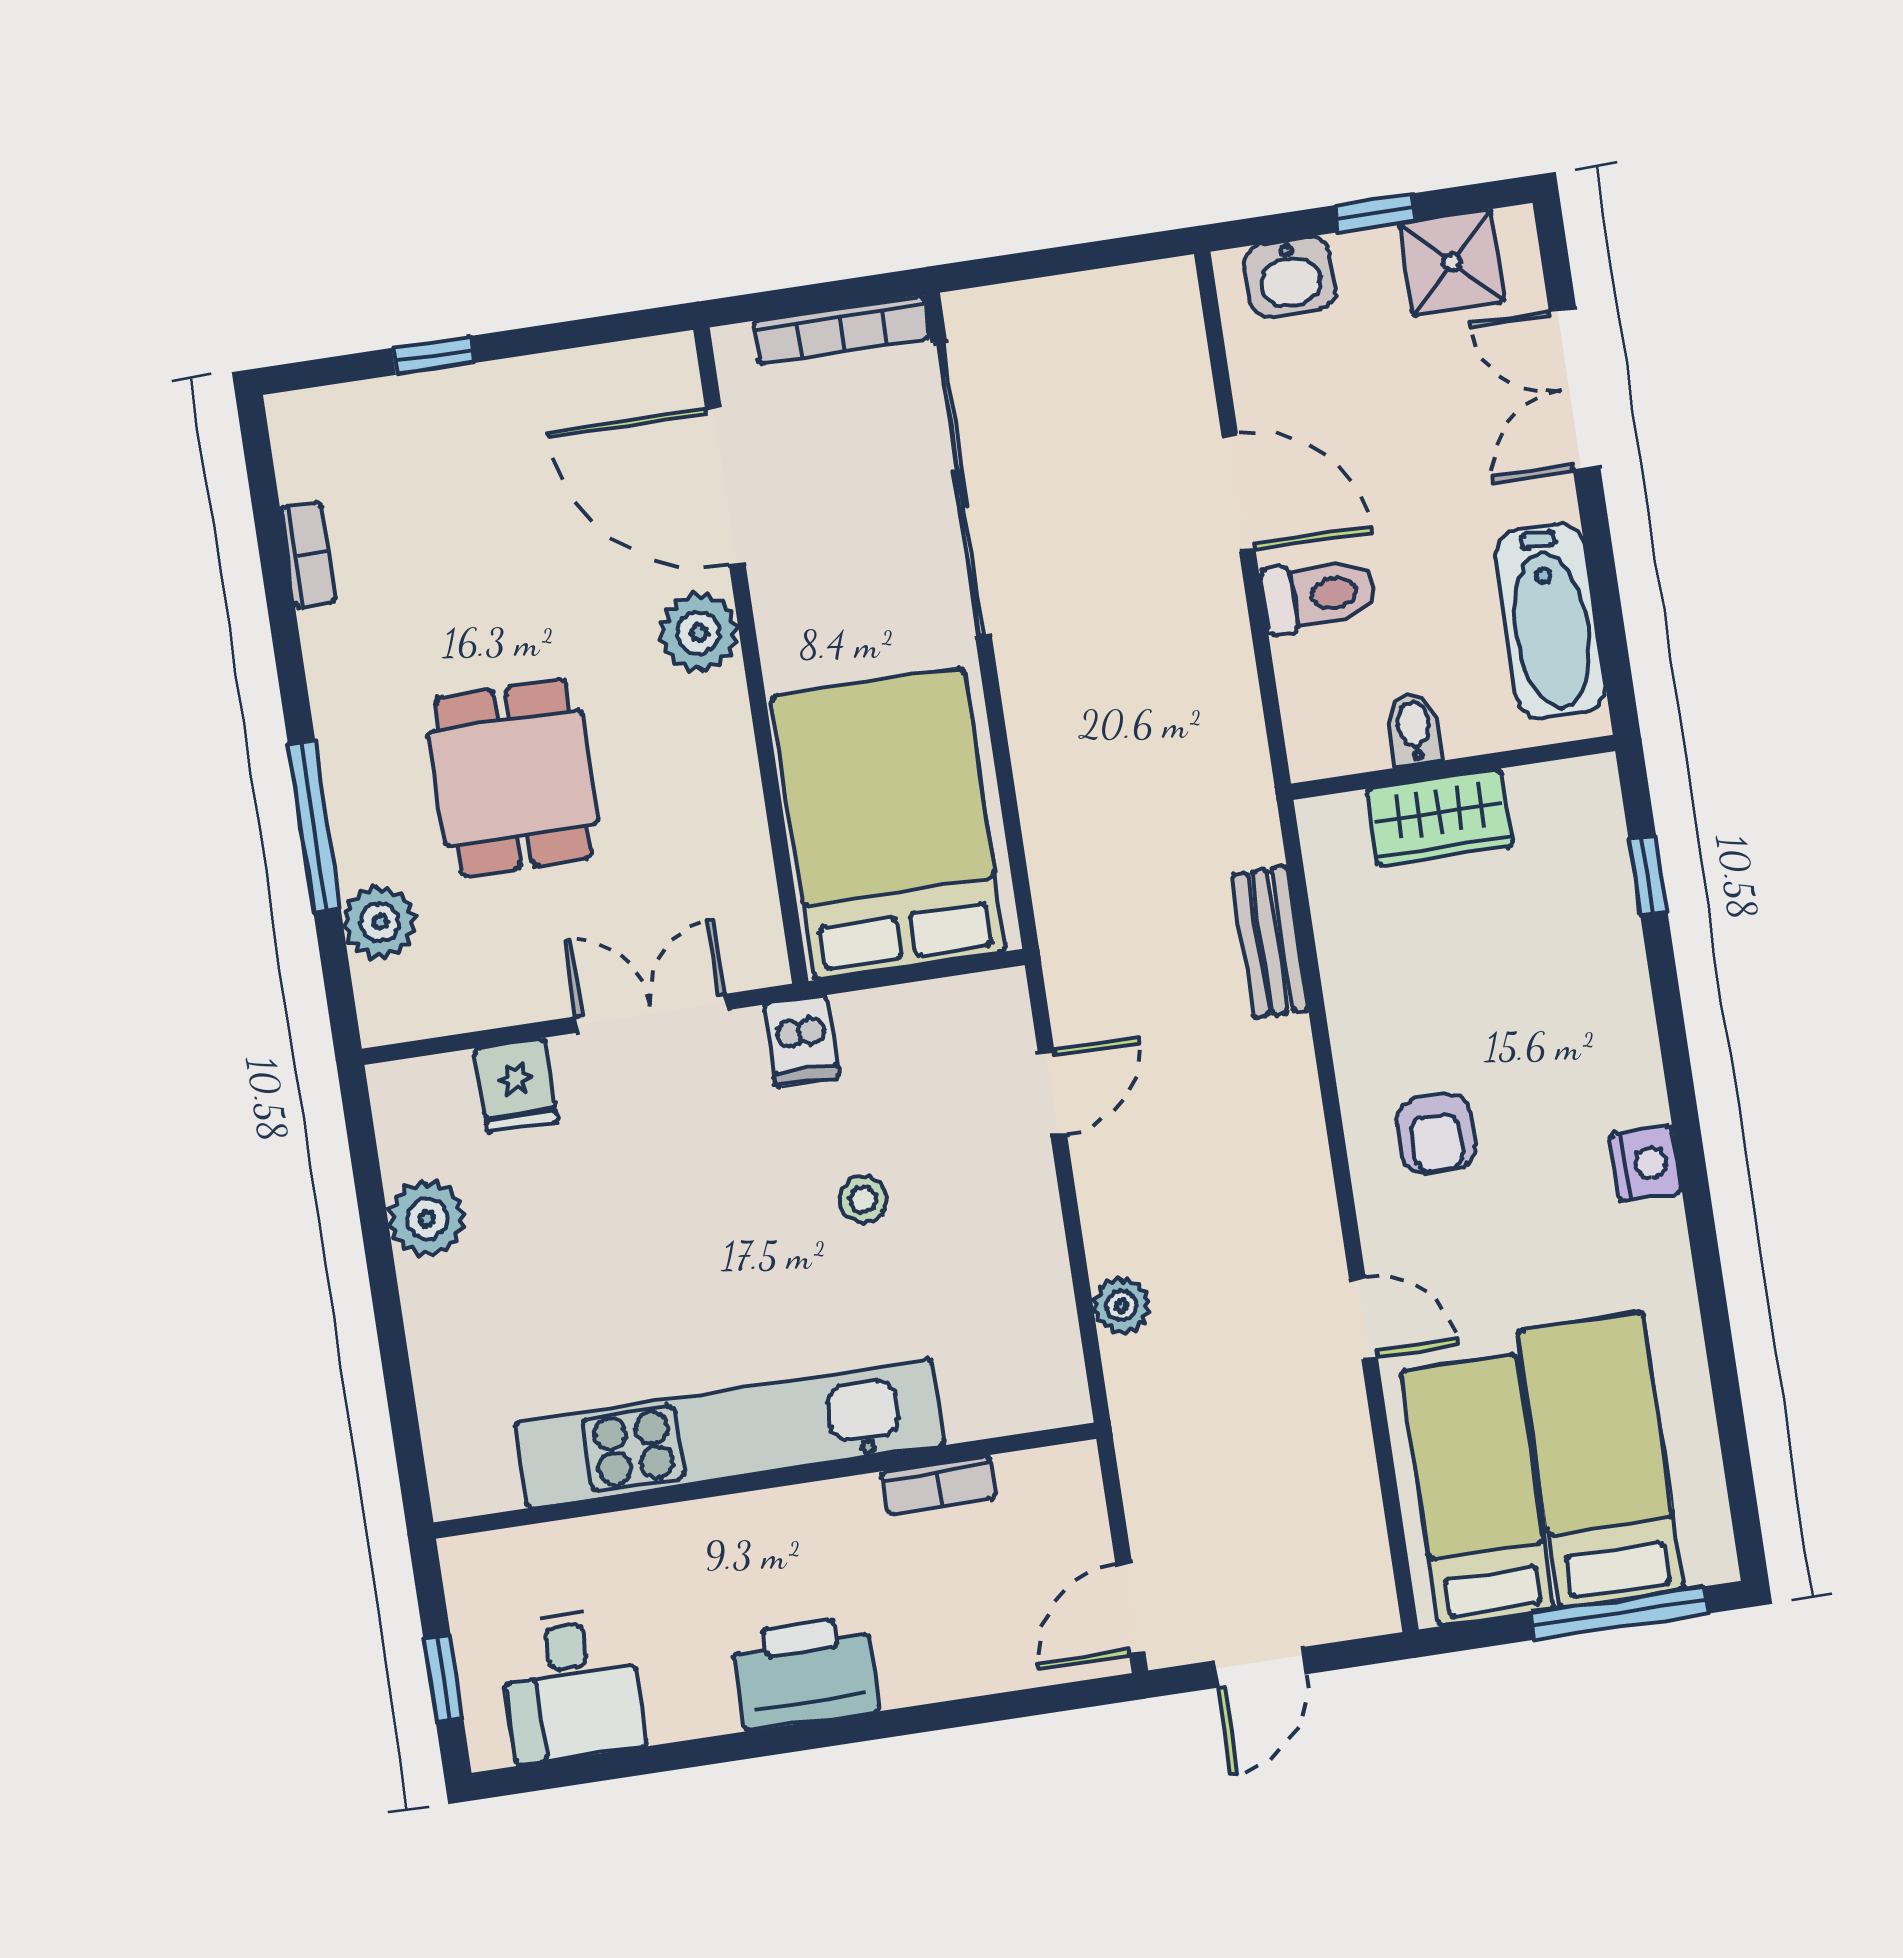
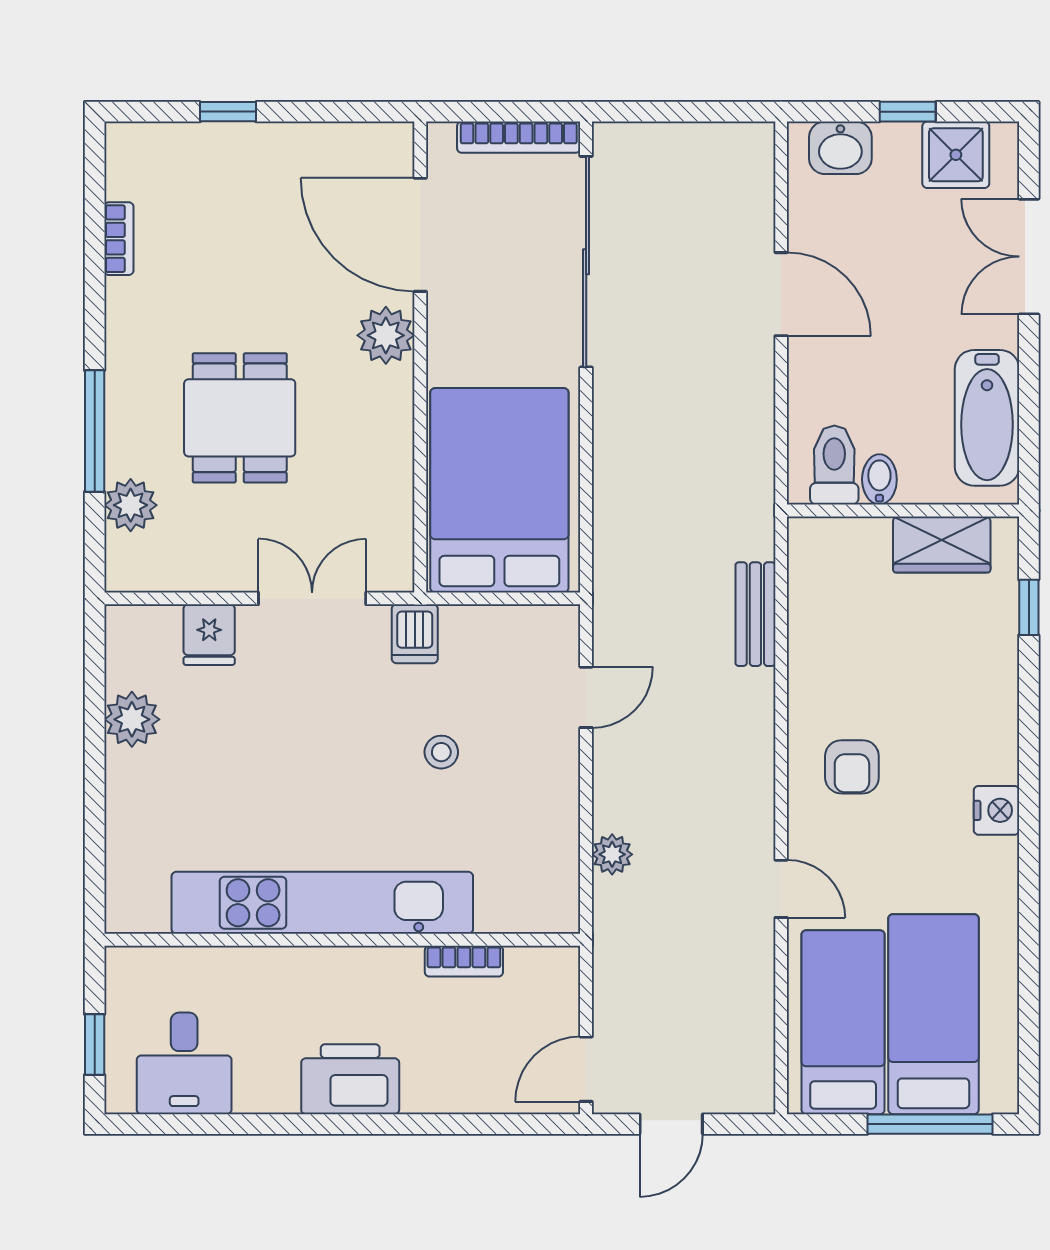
toilet: (1319, 595) -> (834, 465), moved, turned -90
wardrobe: (1440, 818) -> (942, 545), moved

